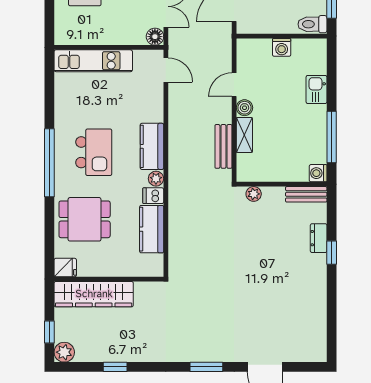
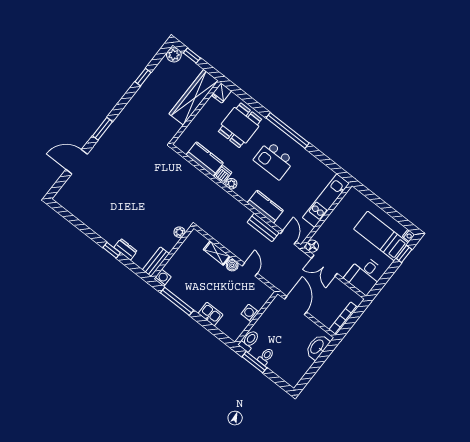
door: (166, 70) -> (288, 237), swing flipped
kitchen counter: (152, 146) -> (265, 207), moved
bench: (223, 146) -> (263, 227), moved

